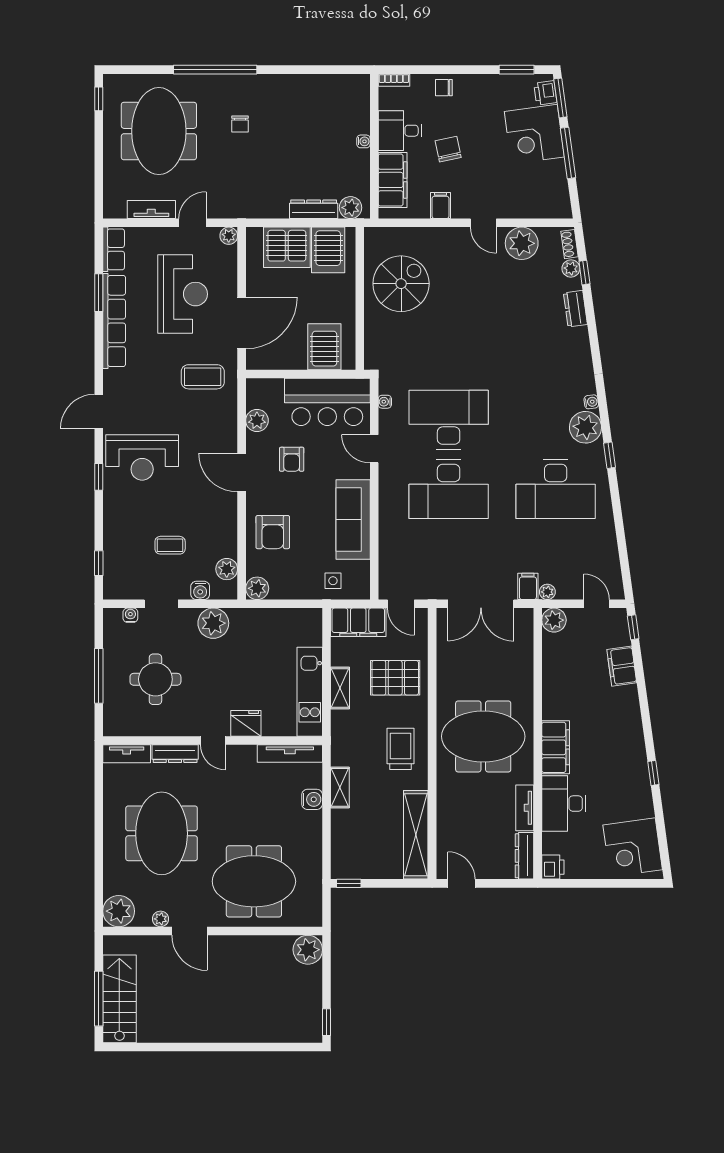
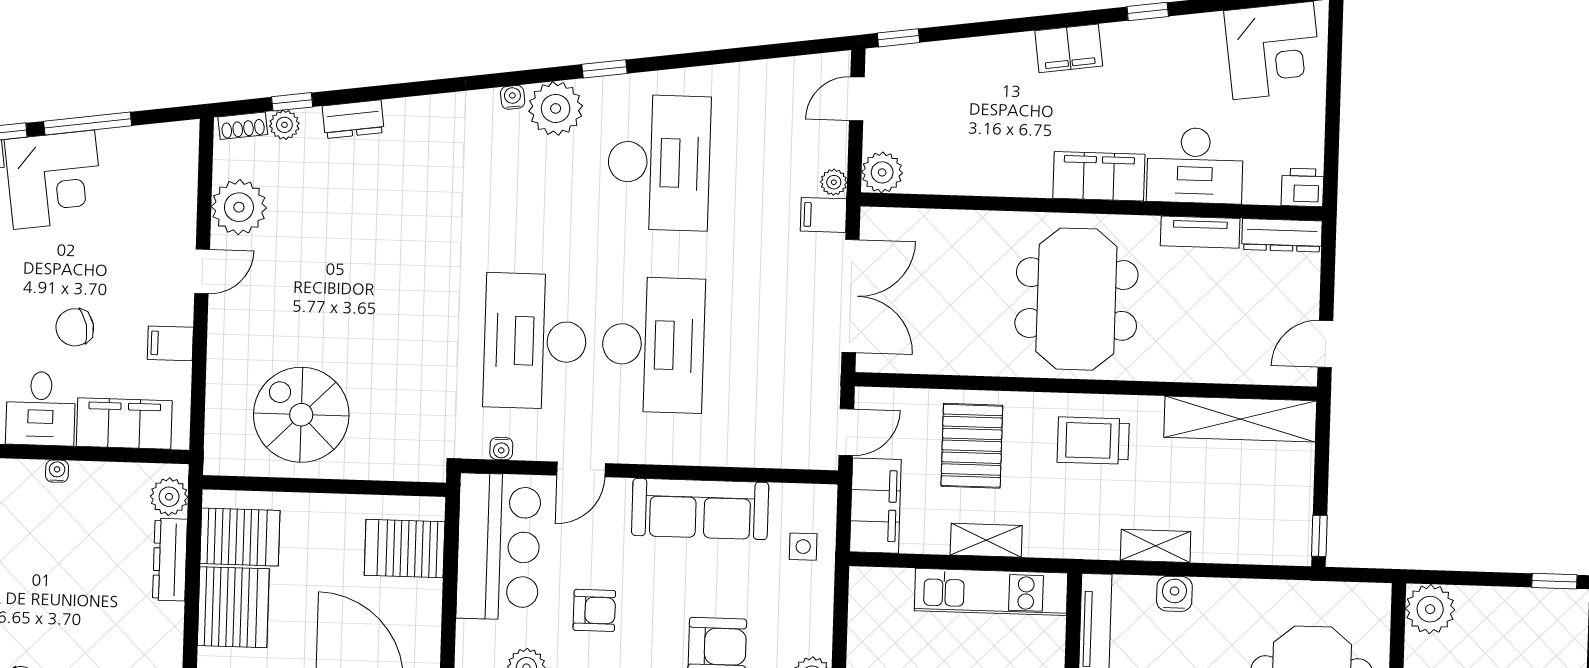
filing cabinet: (622, 666) -> (1069, 48), moved

